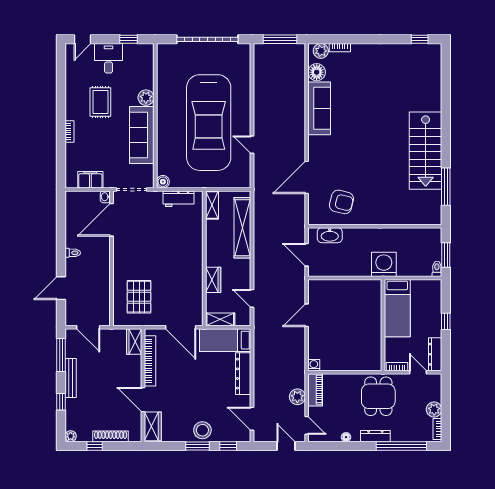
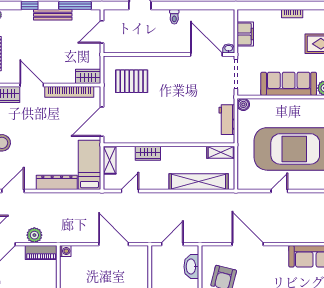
door: (307, 315) -> (114, 244), width x1.36
door: (143, 400) -> (32, 85), hinge flipped

